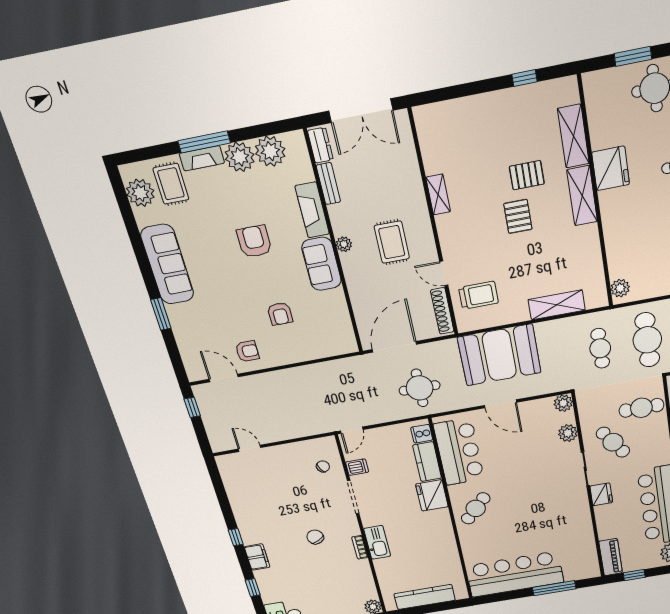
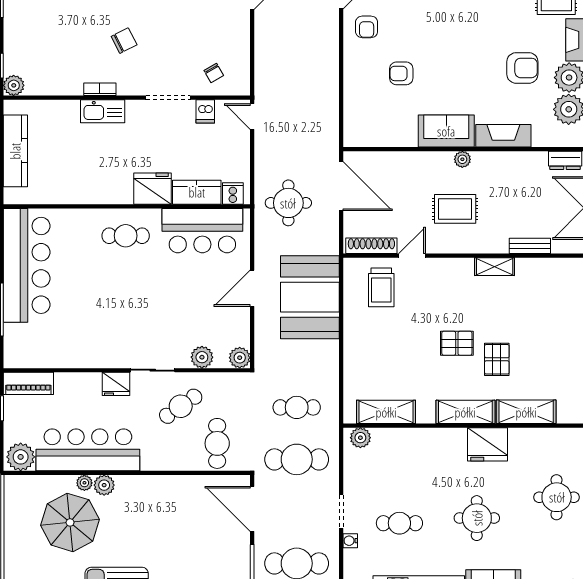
bench: (328, 184) -> (530, 246), moved
armchair: (254, 241) -> (522, 68), moved
shelving: (557, 305) -> (386, 412), moved, turned 90
cafe table: (476, 508) -> (126, 236), turned -44

